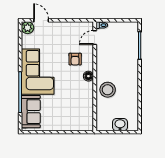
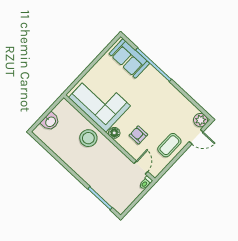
coffee table: (63, 33) -> (169, 145), added
corner sofa: (38, 72) -> (99, 102), moved, turned 180

